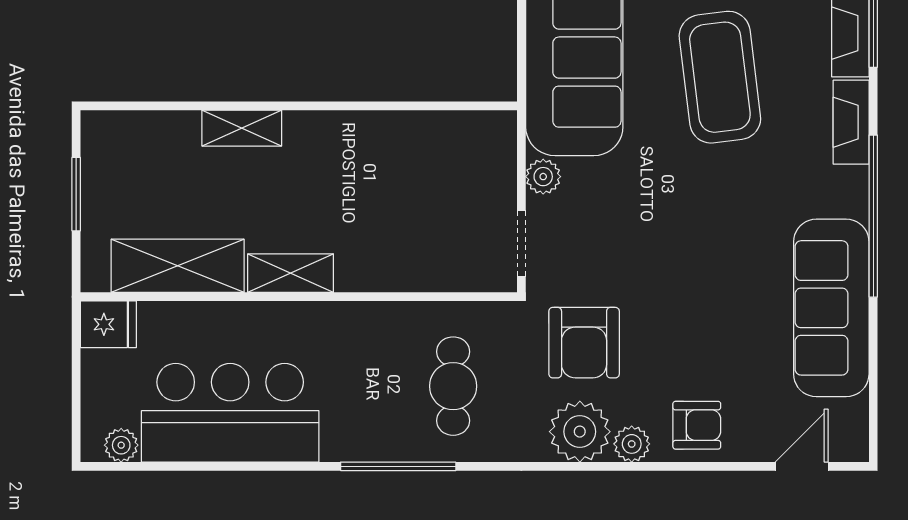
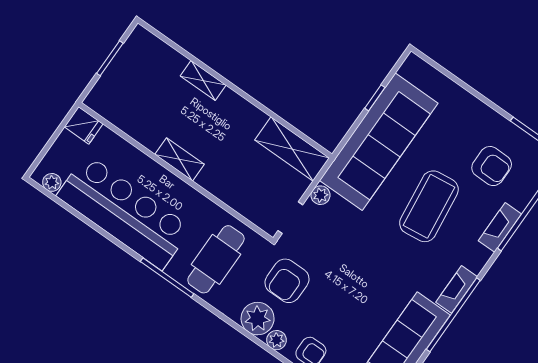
fireplace: (851, 122) -> (457, 289), moved
shelving: (178, 266) -> (292, 149), moved
cafe table: (453, 386) -> (216, 259), width x1.37, depth x1.35
bar counter: (230, 413) -> (124, 212), width x1.36

